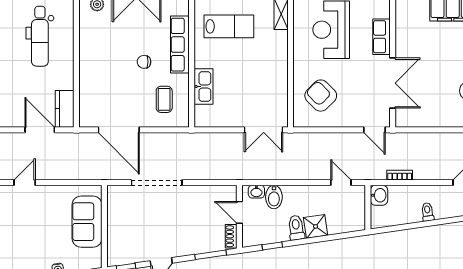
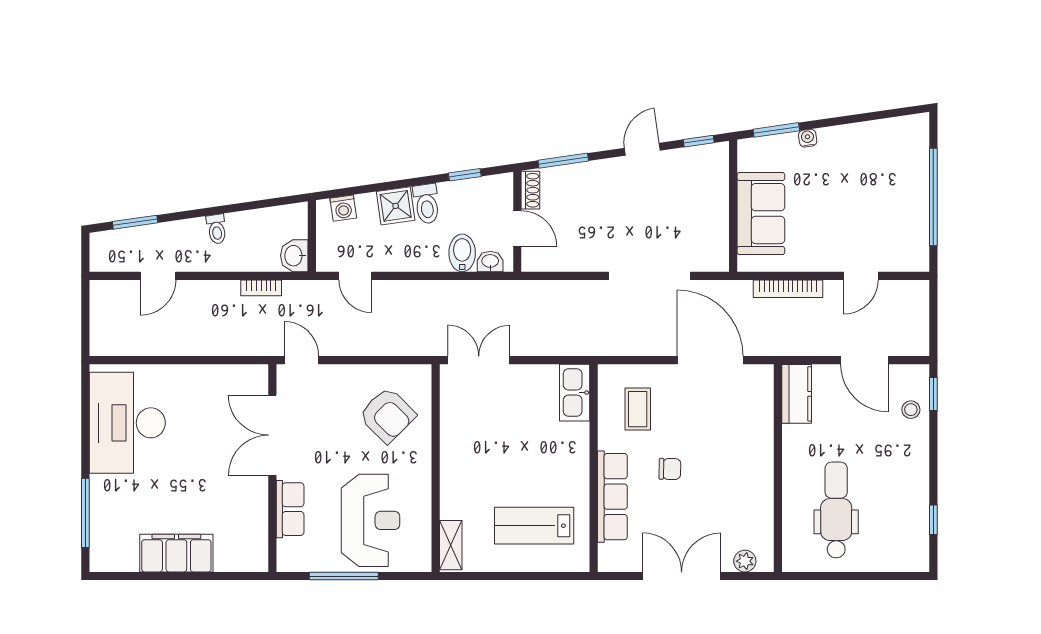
kitchen sink: (204, 87) -> (575, 393), moved
door: (40, 130) -> (864, 360), moved
bookcase: (70, 175) -> (788, 289), added
washing machine: (348, 225) -> (343, 208), added

